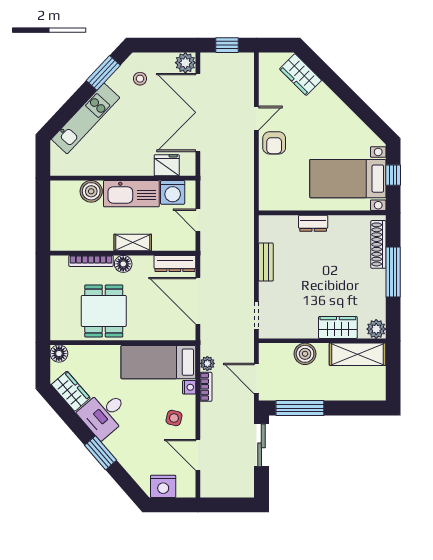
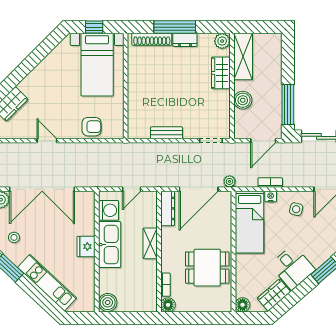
armchair: (274, 143) -> (92, 127), moved
fridge: (167, 165) -> (86, 247), moved
boiler: (91, 191) -> (108, 302), moved
dresser: (313, 223) -> (185, 40), moved, turned 90
bookcase: (91, 261) -> (166, 285), width x0.64
floor lamp: (123, 264) -> (168, 305), moved
plant: (207, 363) -> (230, 181), moved

